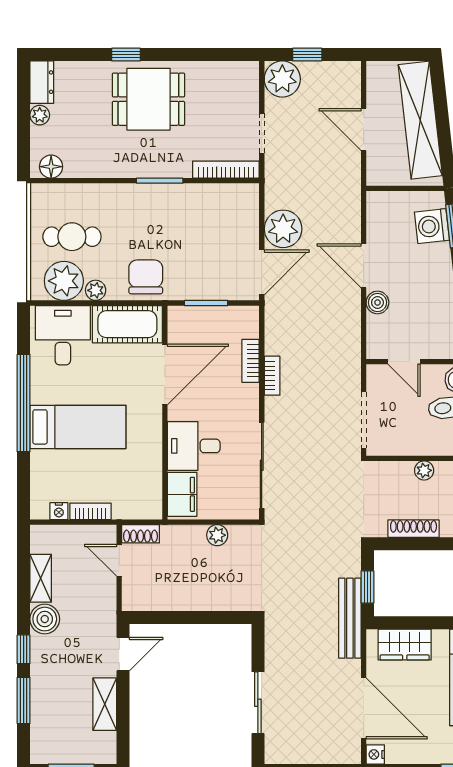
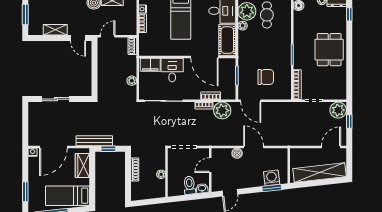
window: (126, 55) -> (349, 14), moved
door: (364, 130) -> (331, 147), moved
plant: (283, 229) -> (222, 110), moved
door: (364, 266) -> (254, 147), hinge flipped
chair: (146, 277) -> (266, 77), moved
door: (119, 560) -> (108, 36), moved

